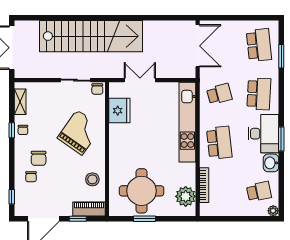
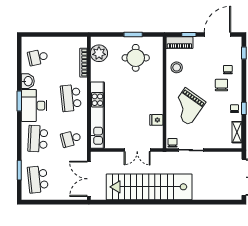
stairs: (91, 36) -> (149, 187), moved
fridge: (119, 111) -> (156, 120), width x0.53, depth x0.75
round table: (142, 191) -> (136, 58), width x0.73, depth x0.73
plant: (273, 211) -> (26, 41), removed

